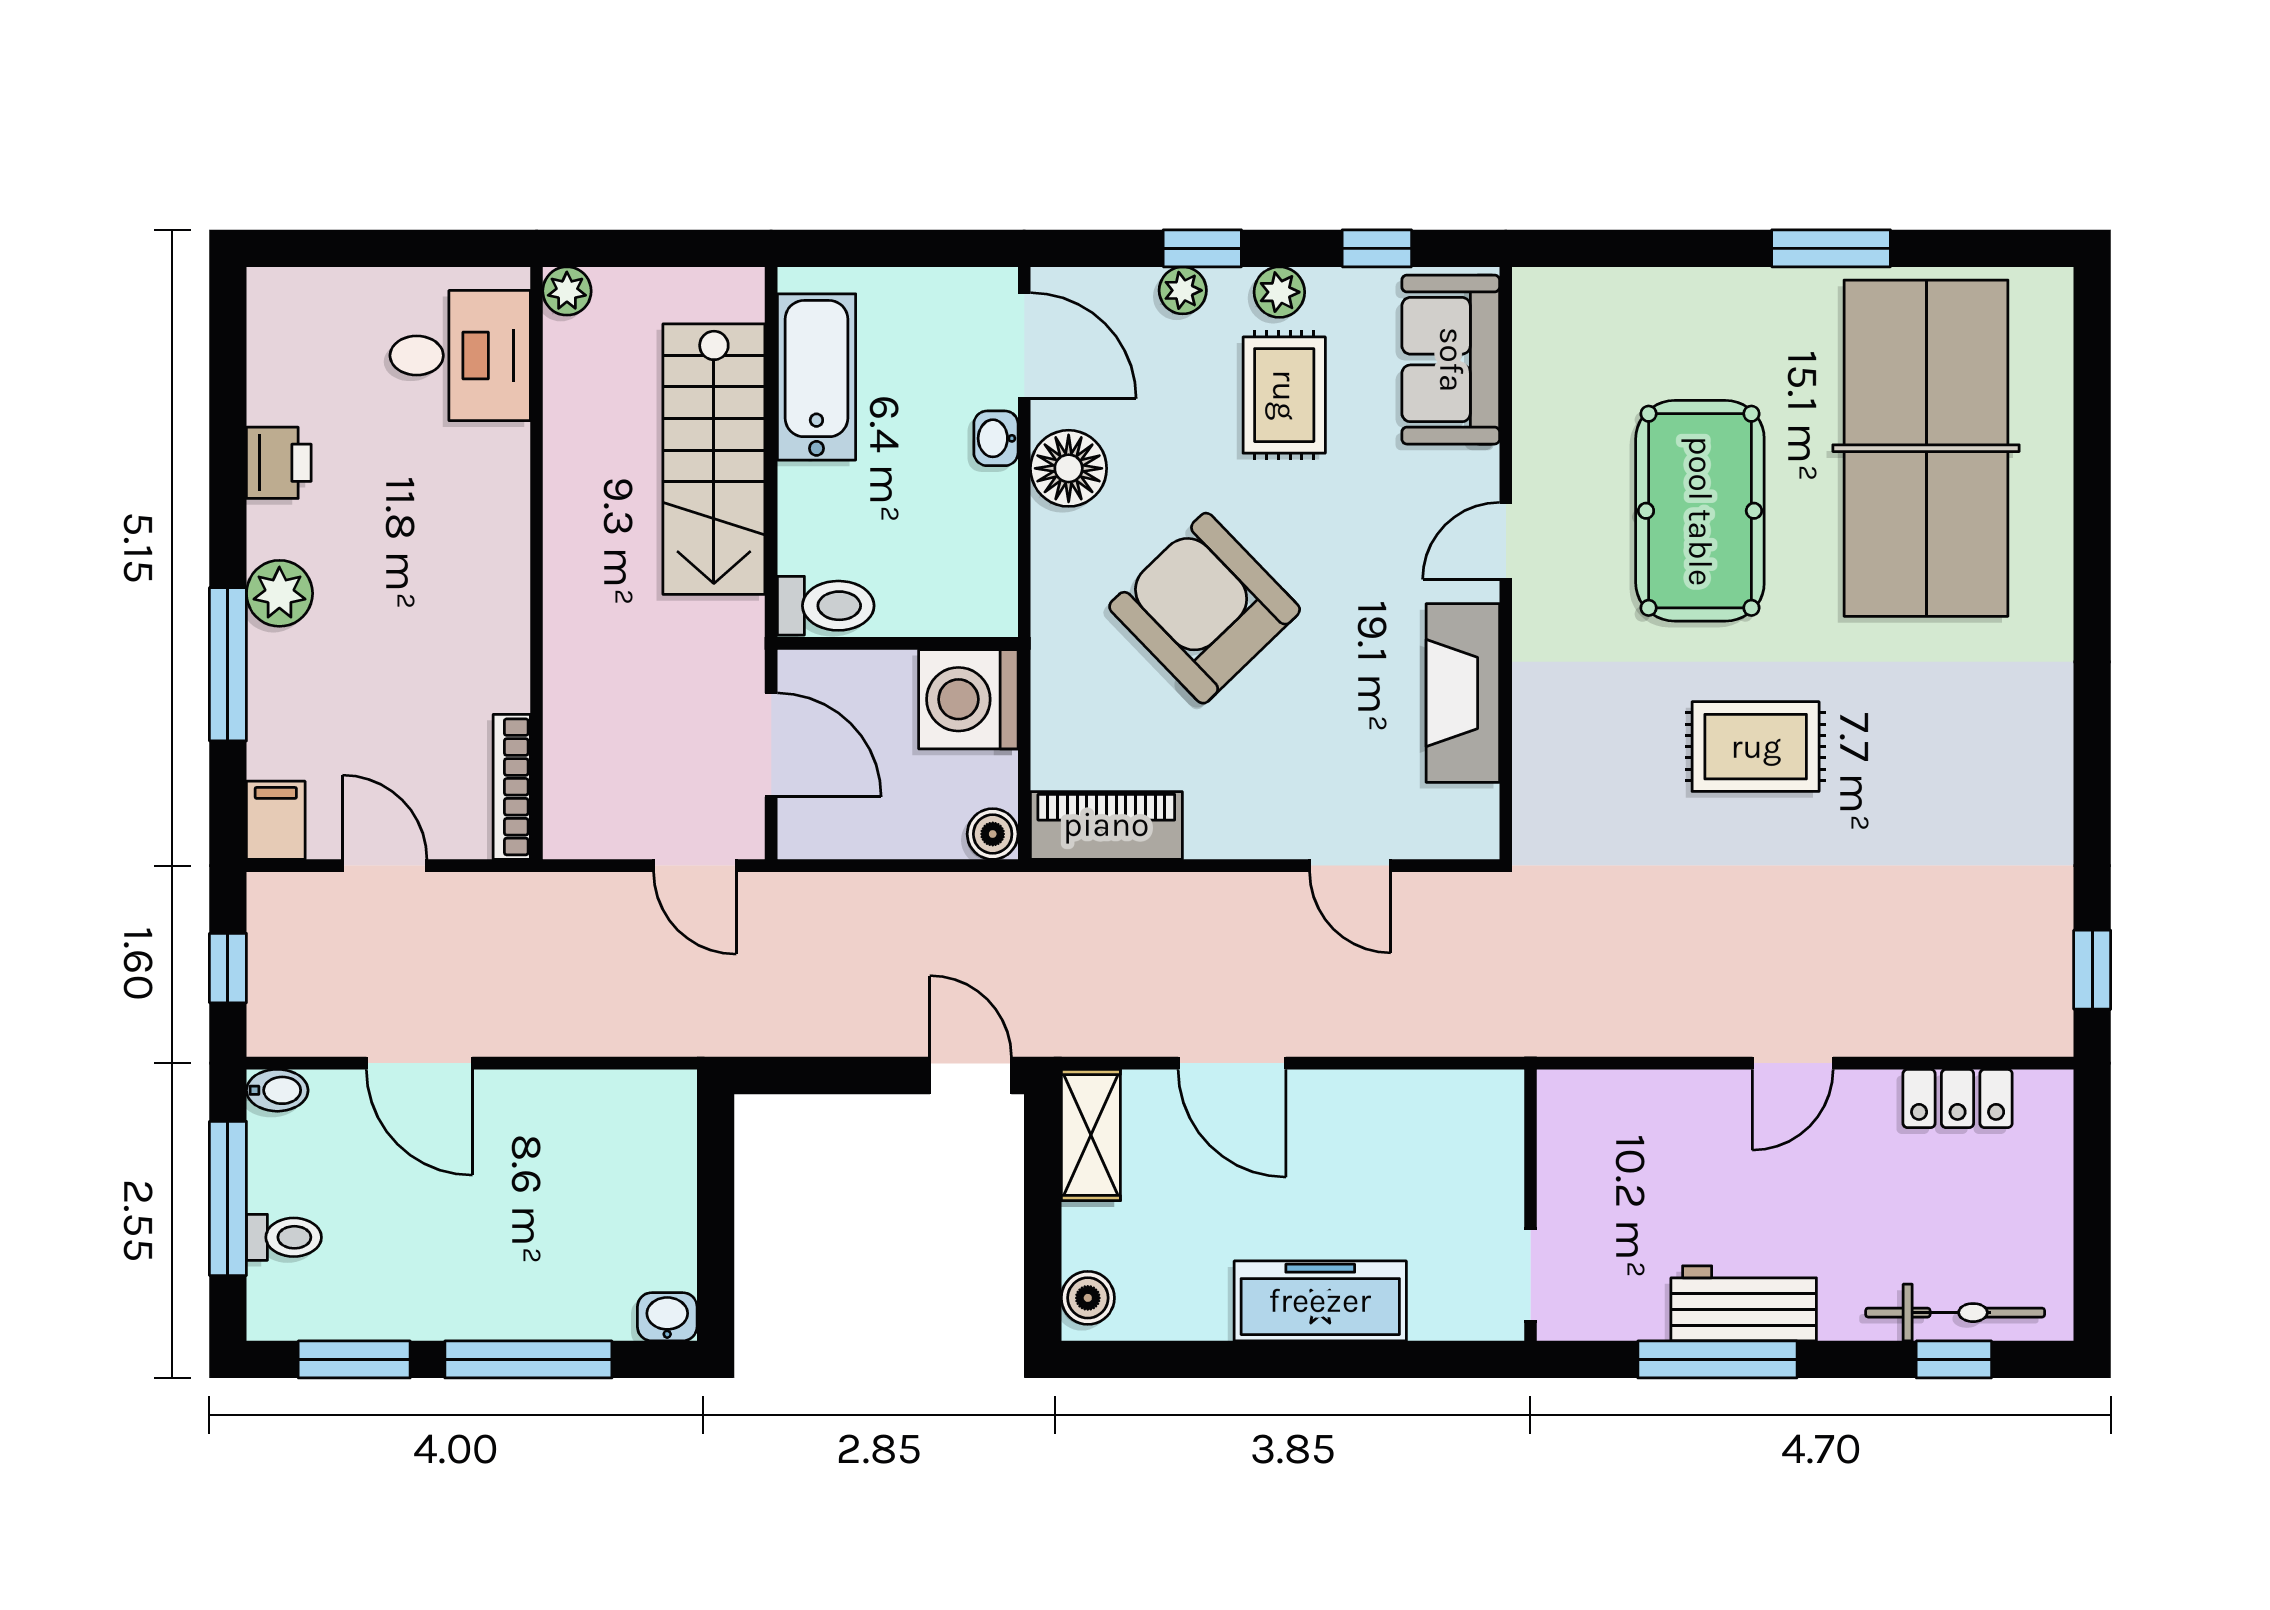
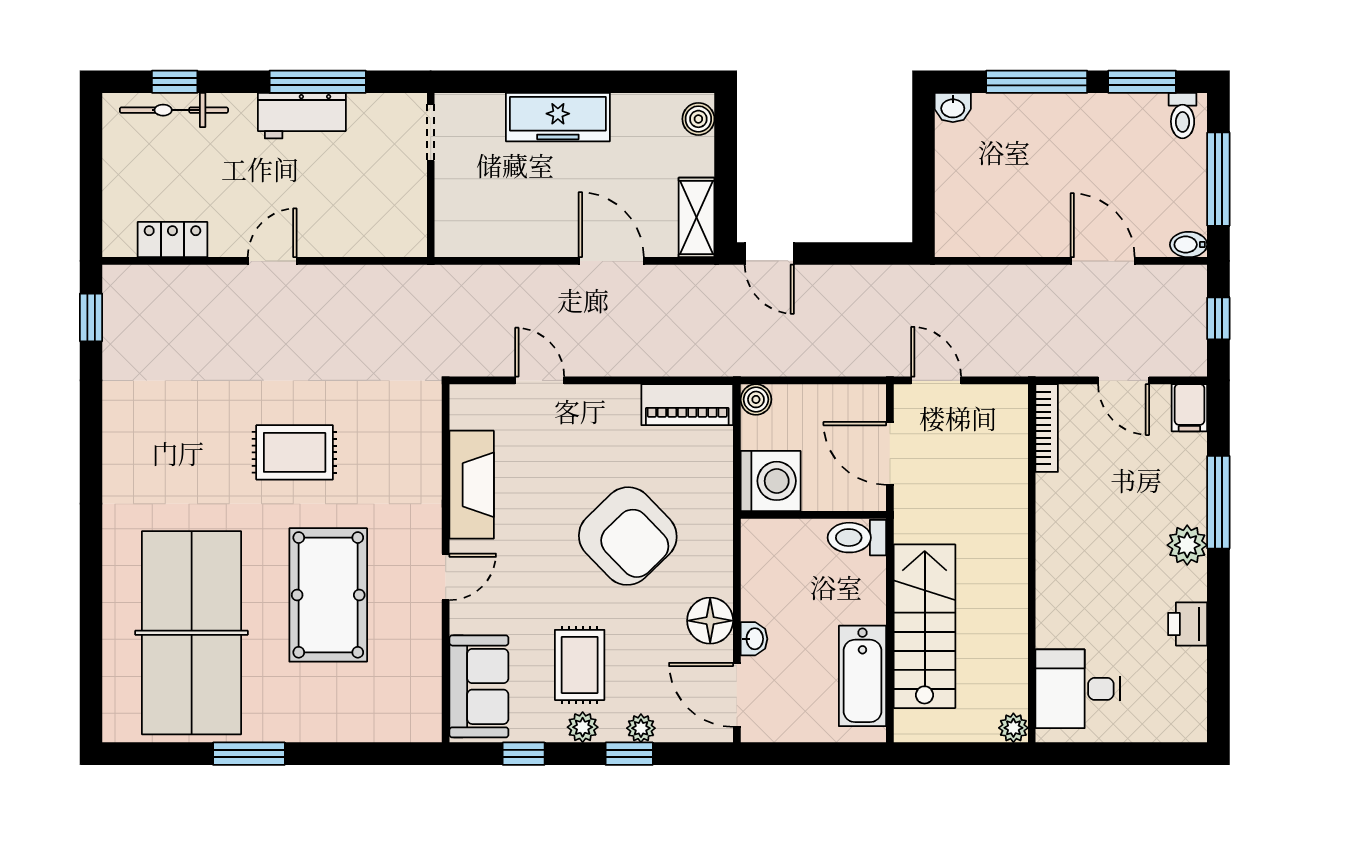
toilet: (284, 1237) -> (1183, 116), moved, turned -90

